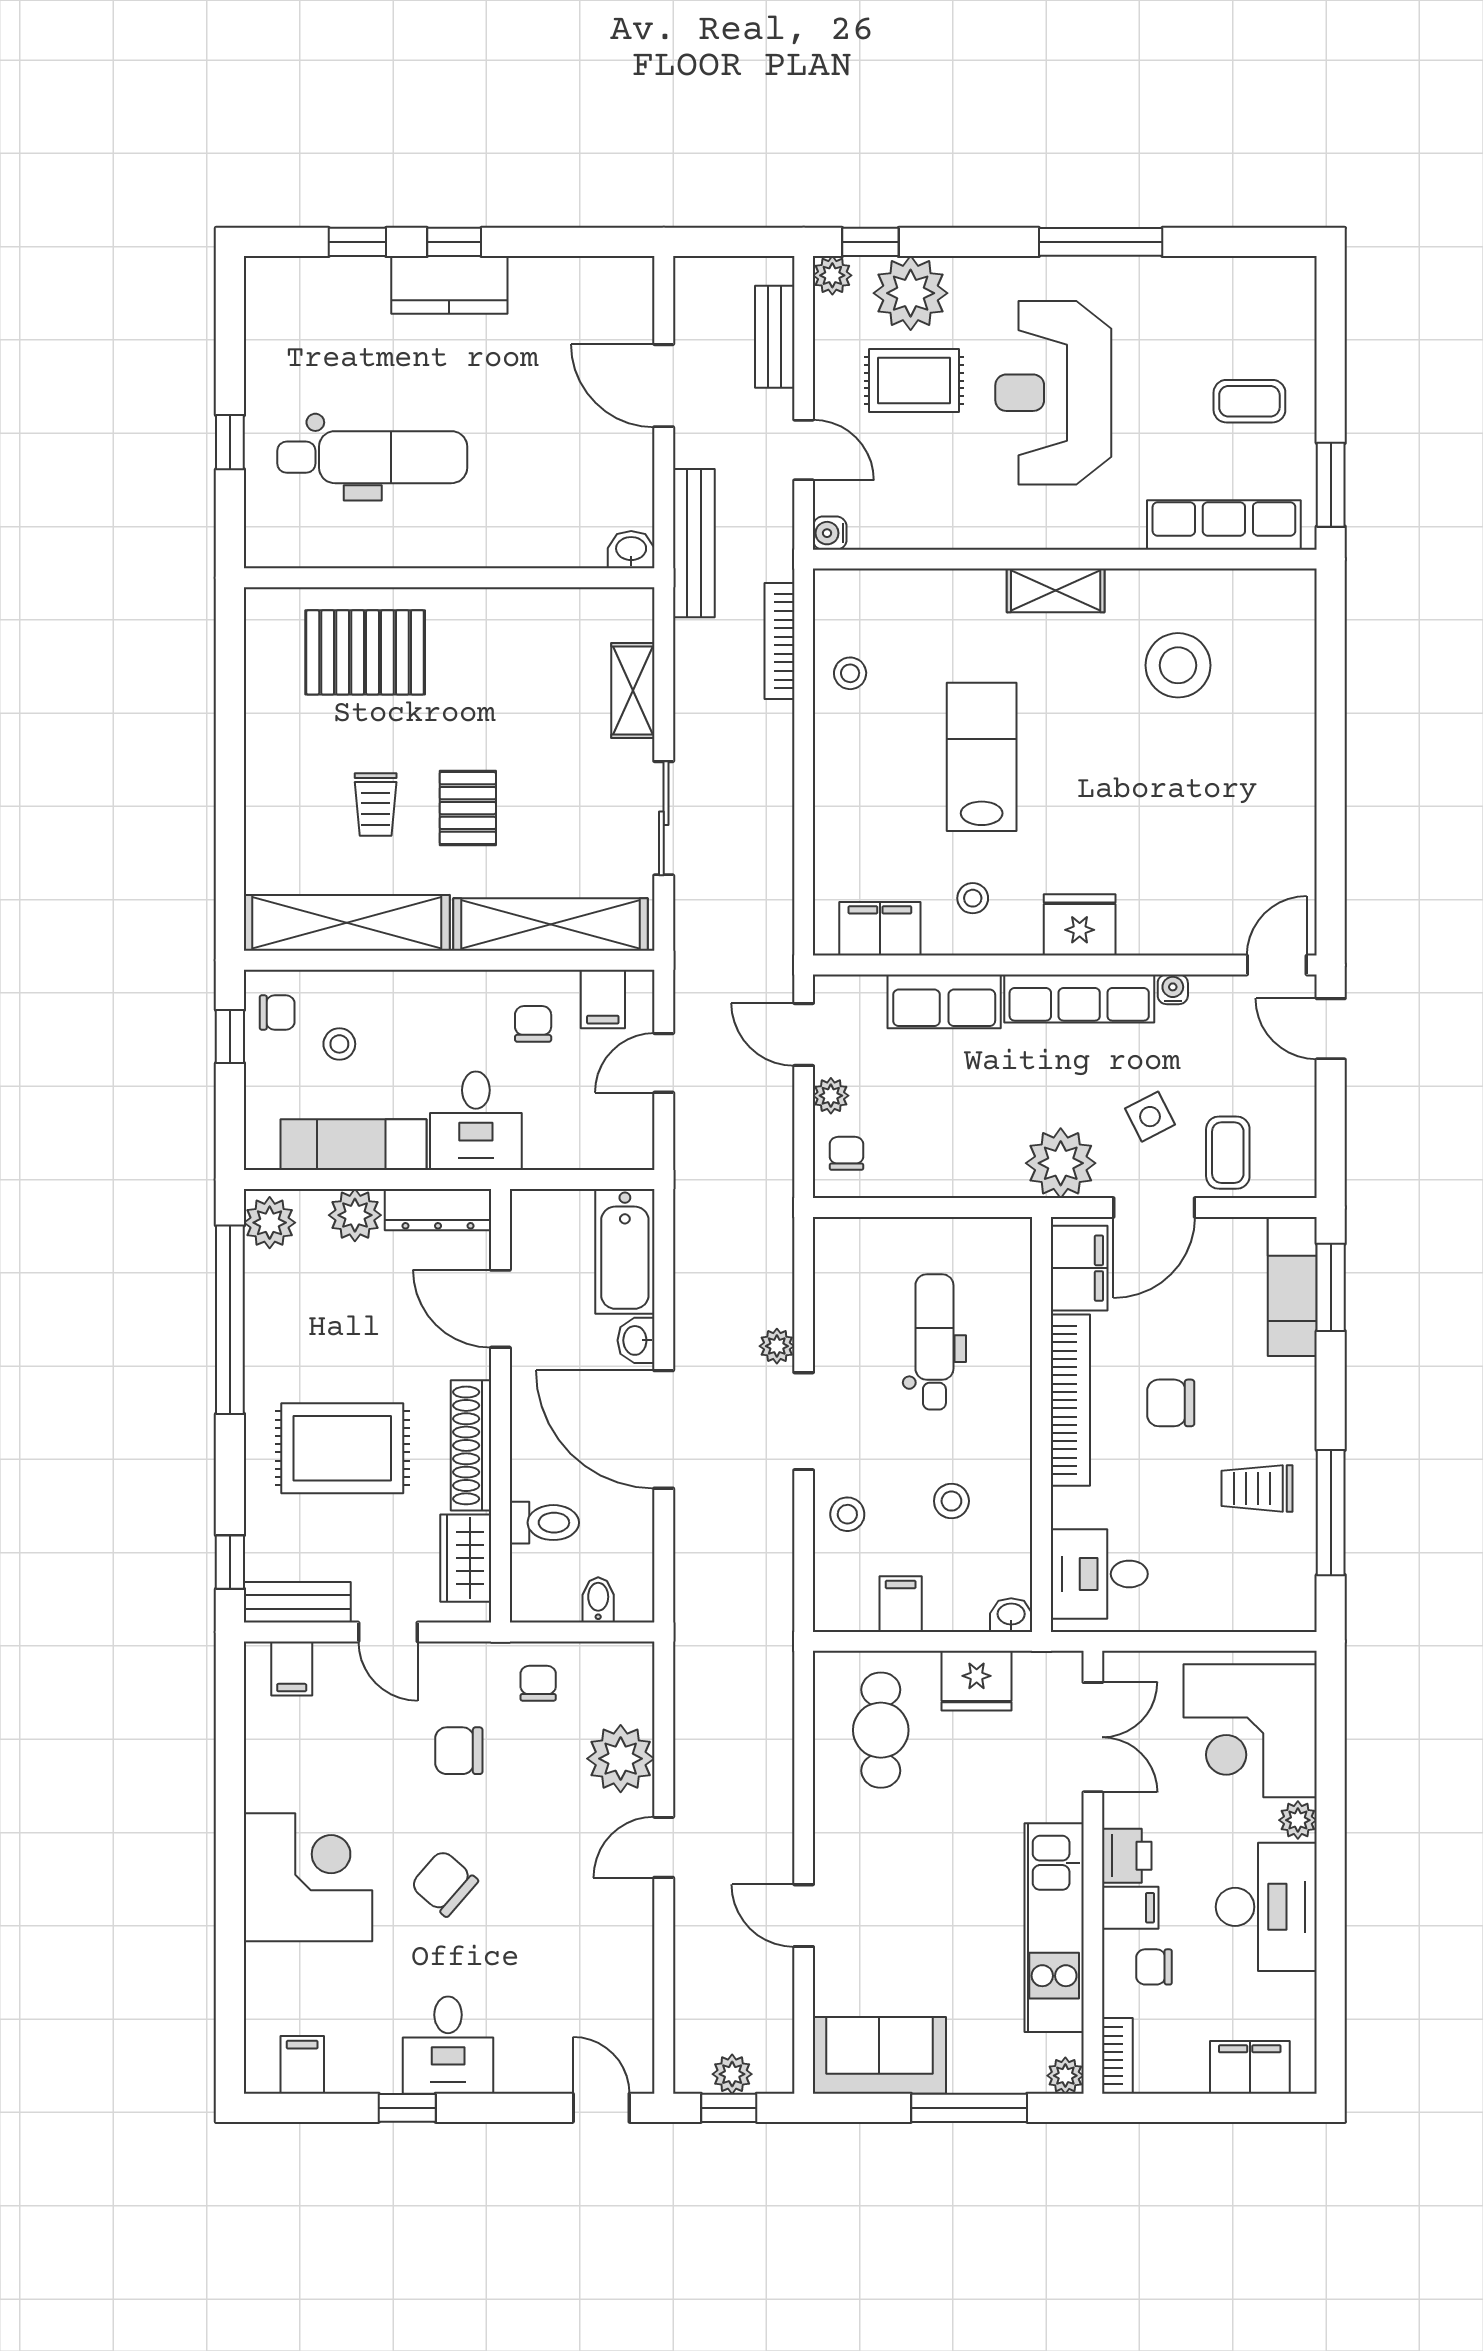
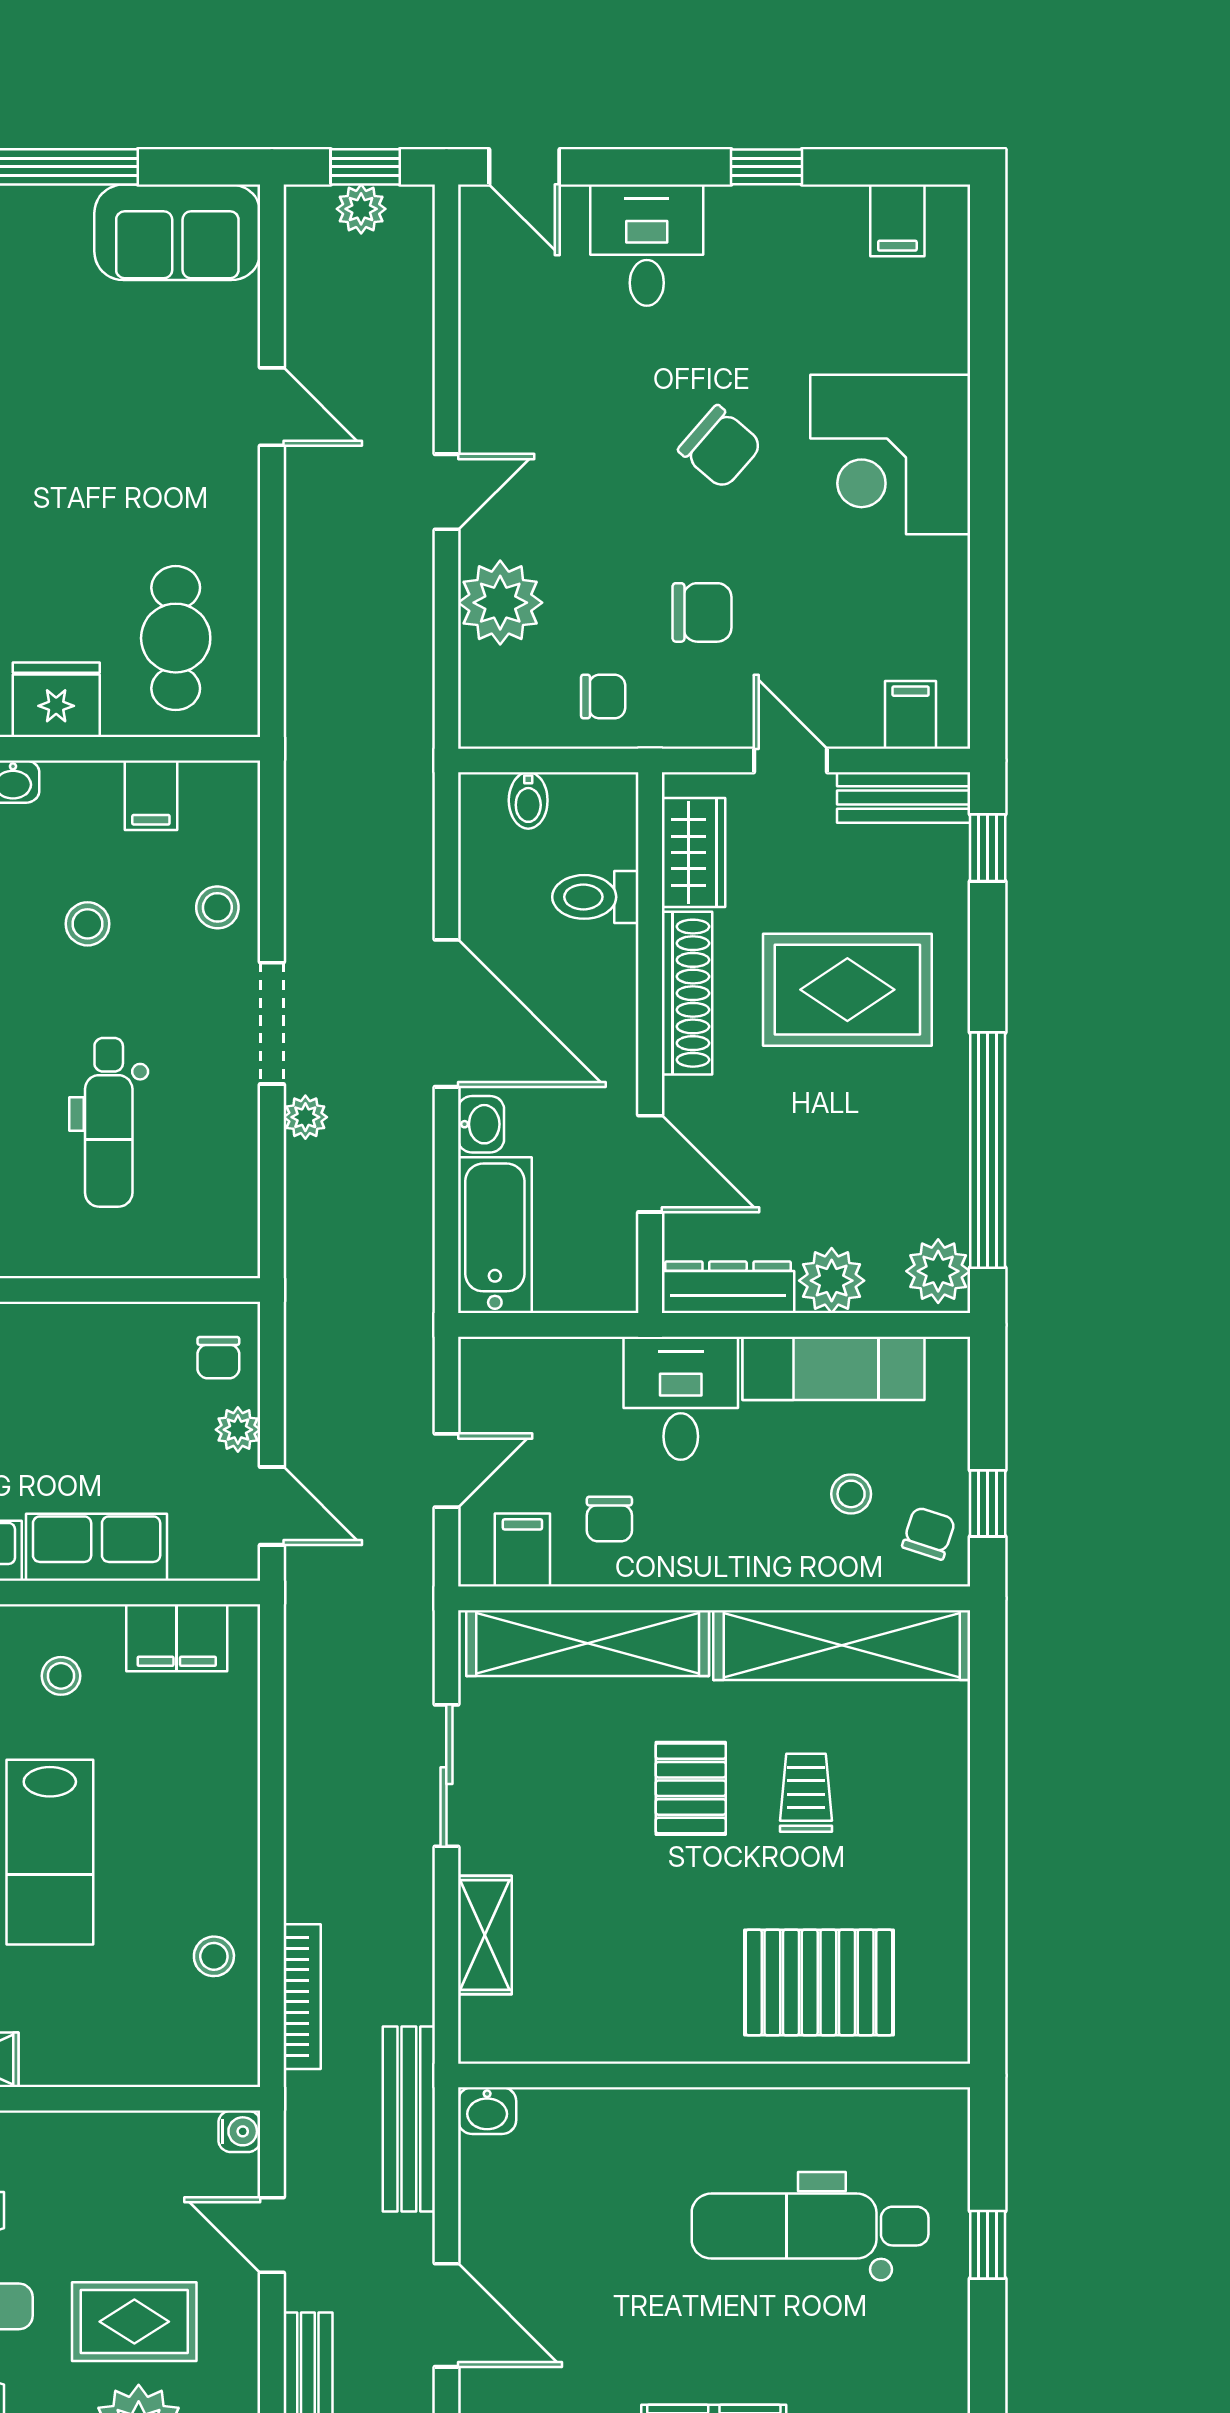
chair: (277, 1013) -> (929, 1533), turned 108
chair: (538, 1683) -> (603, 697), turned -90
desk: (448, 2045) -> (647, 245), moved

